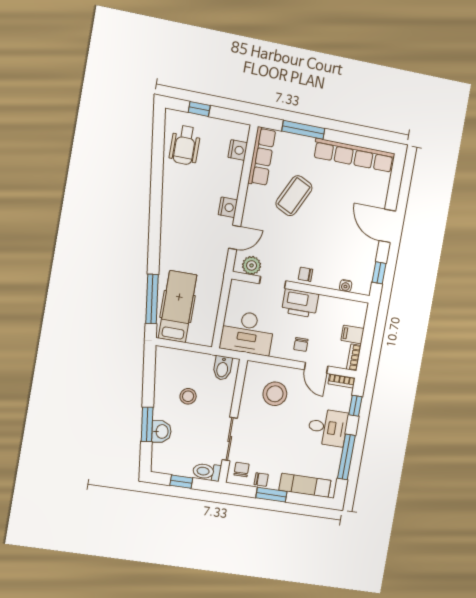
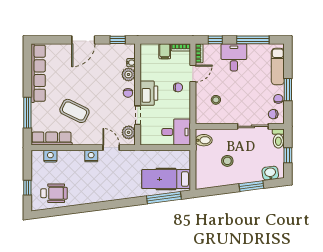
plant: (330, 279) -> (128, 74), added
desk: (247, 333) -> (176, 132), width x0.73
stool: (275, 394) -> (216, 100), width x0.53, depth x0.53
washbasin: (162, 431) -> (270, 173), moved

